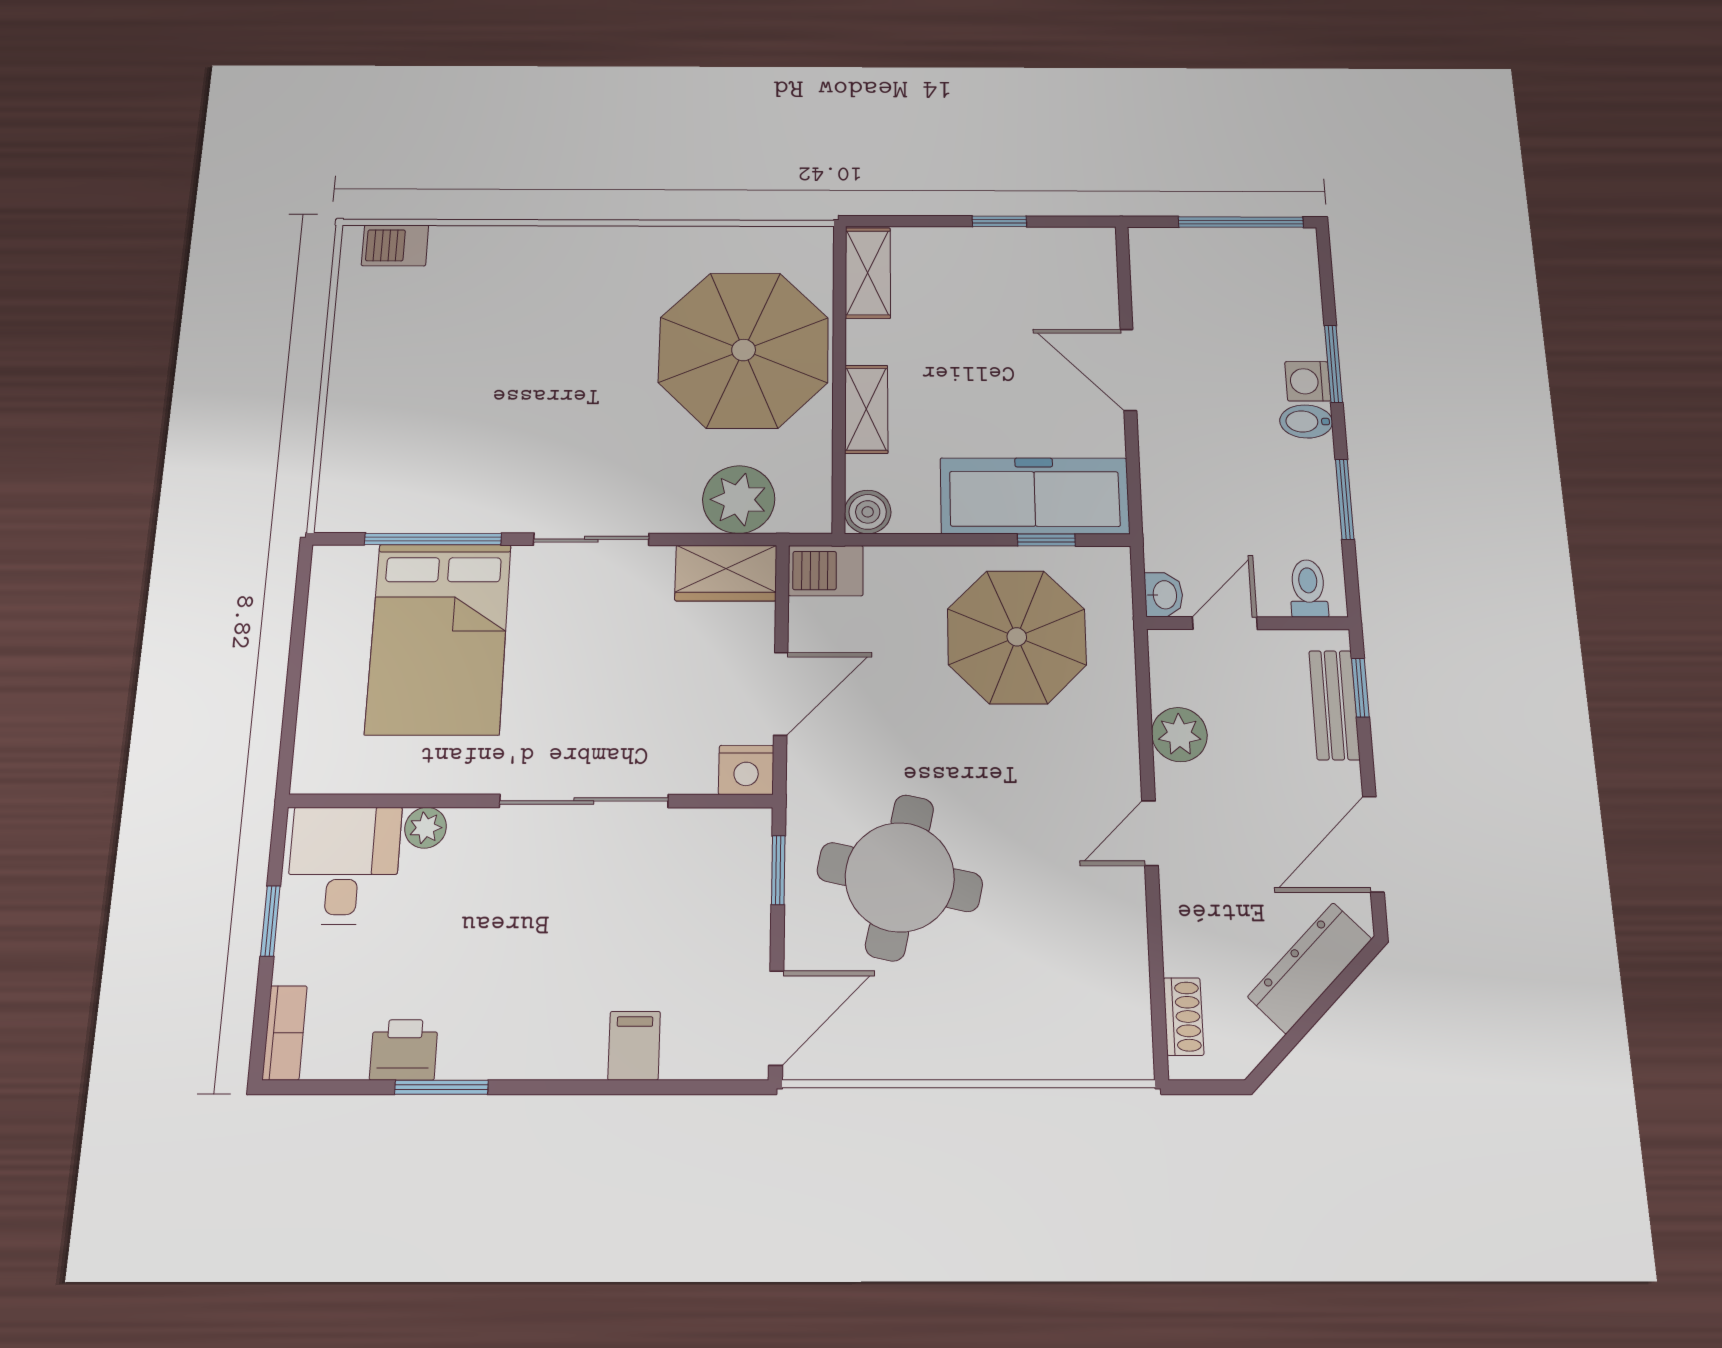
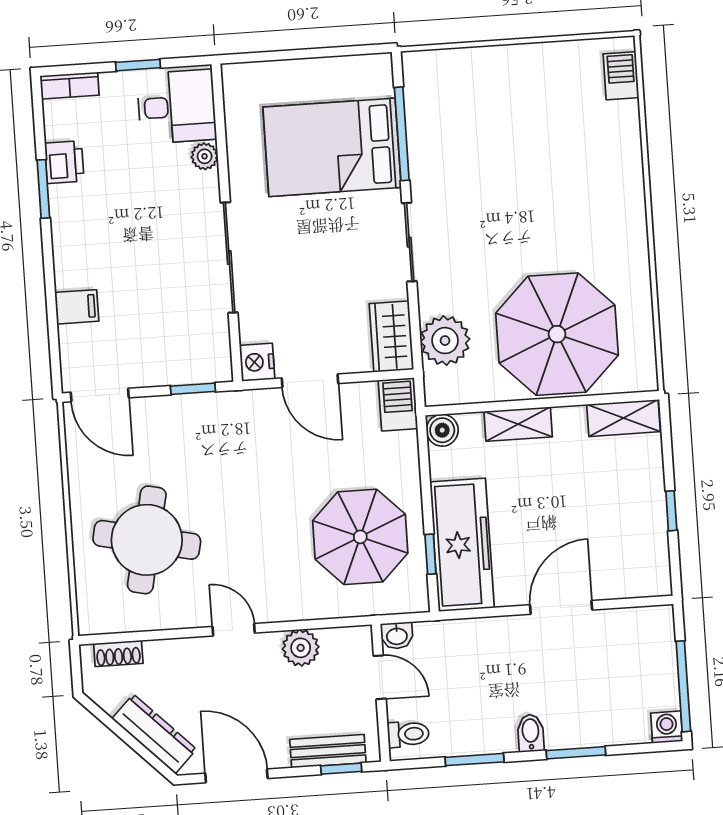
washing machine: (1308, 381) -> (667, 727), moved
round table: (900, 877) -> (147, 540), moved

